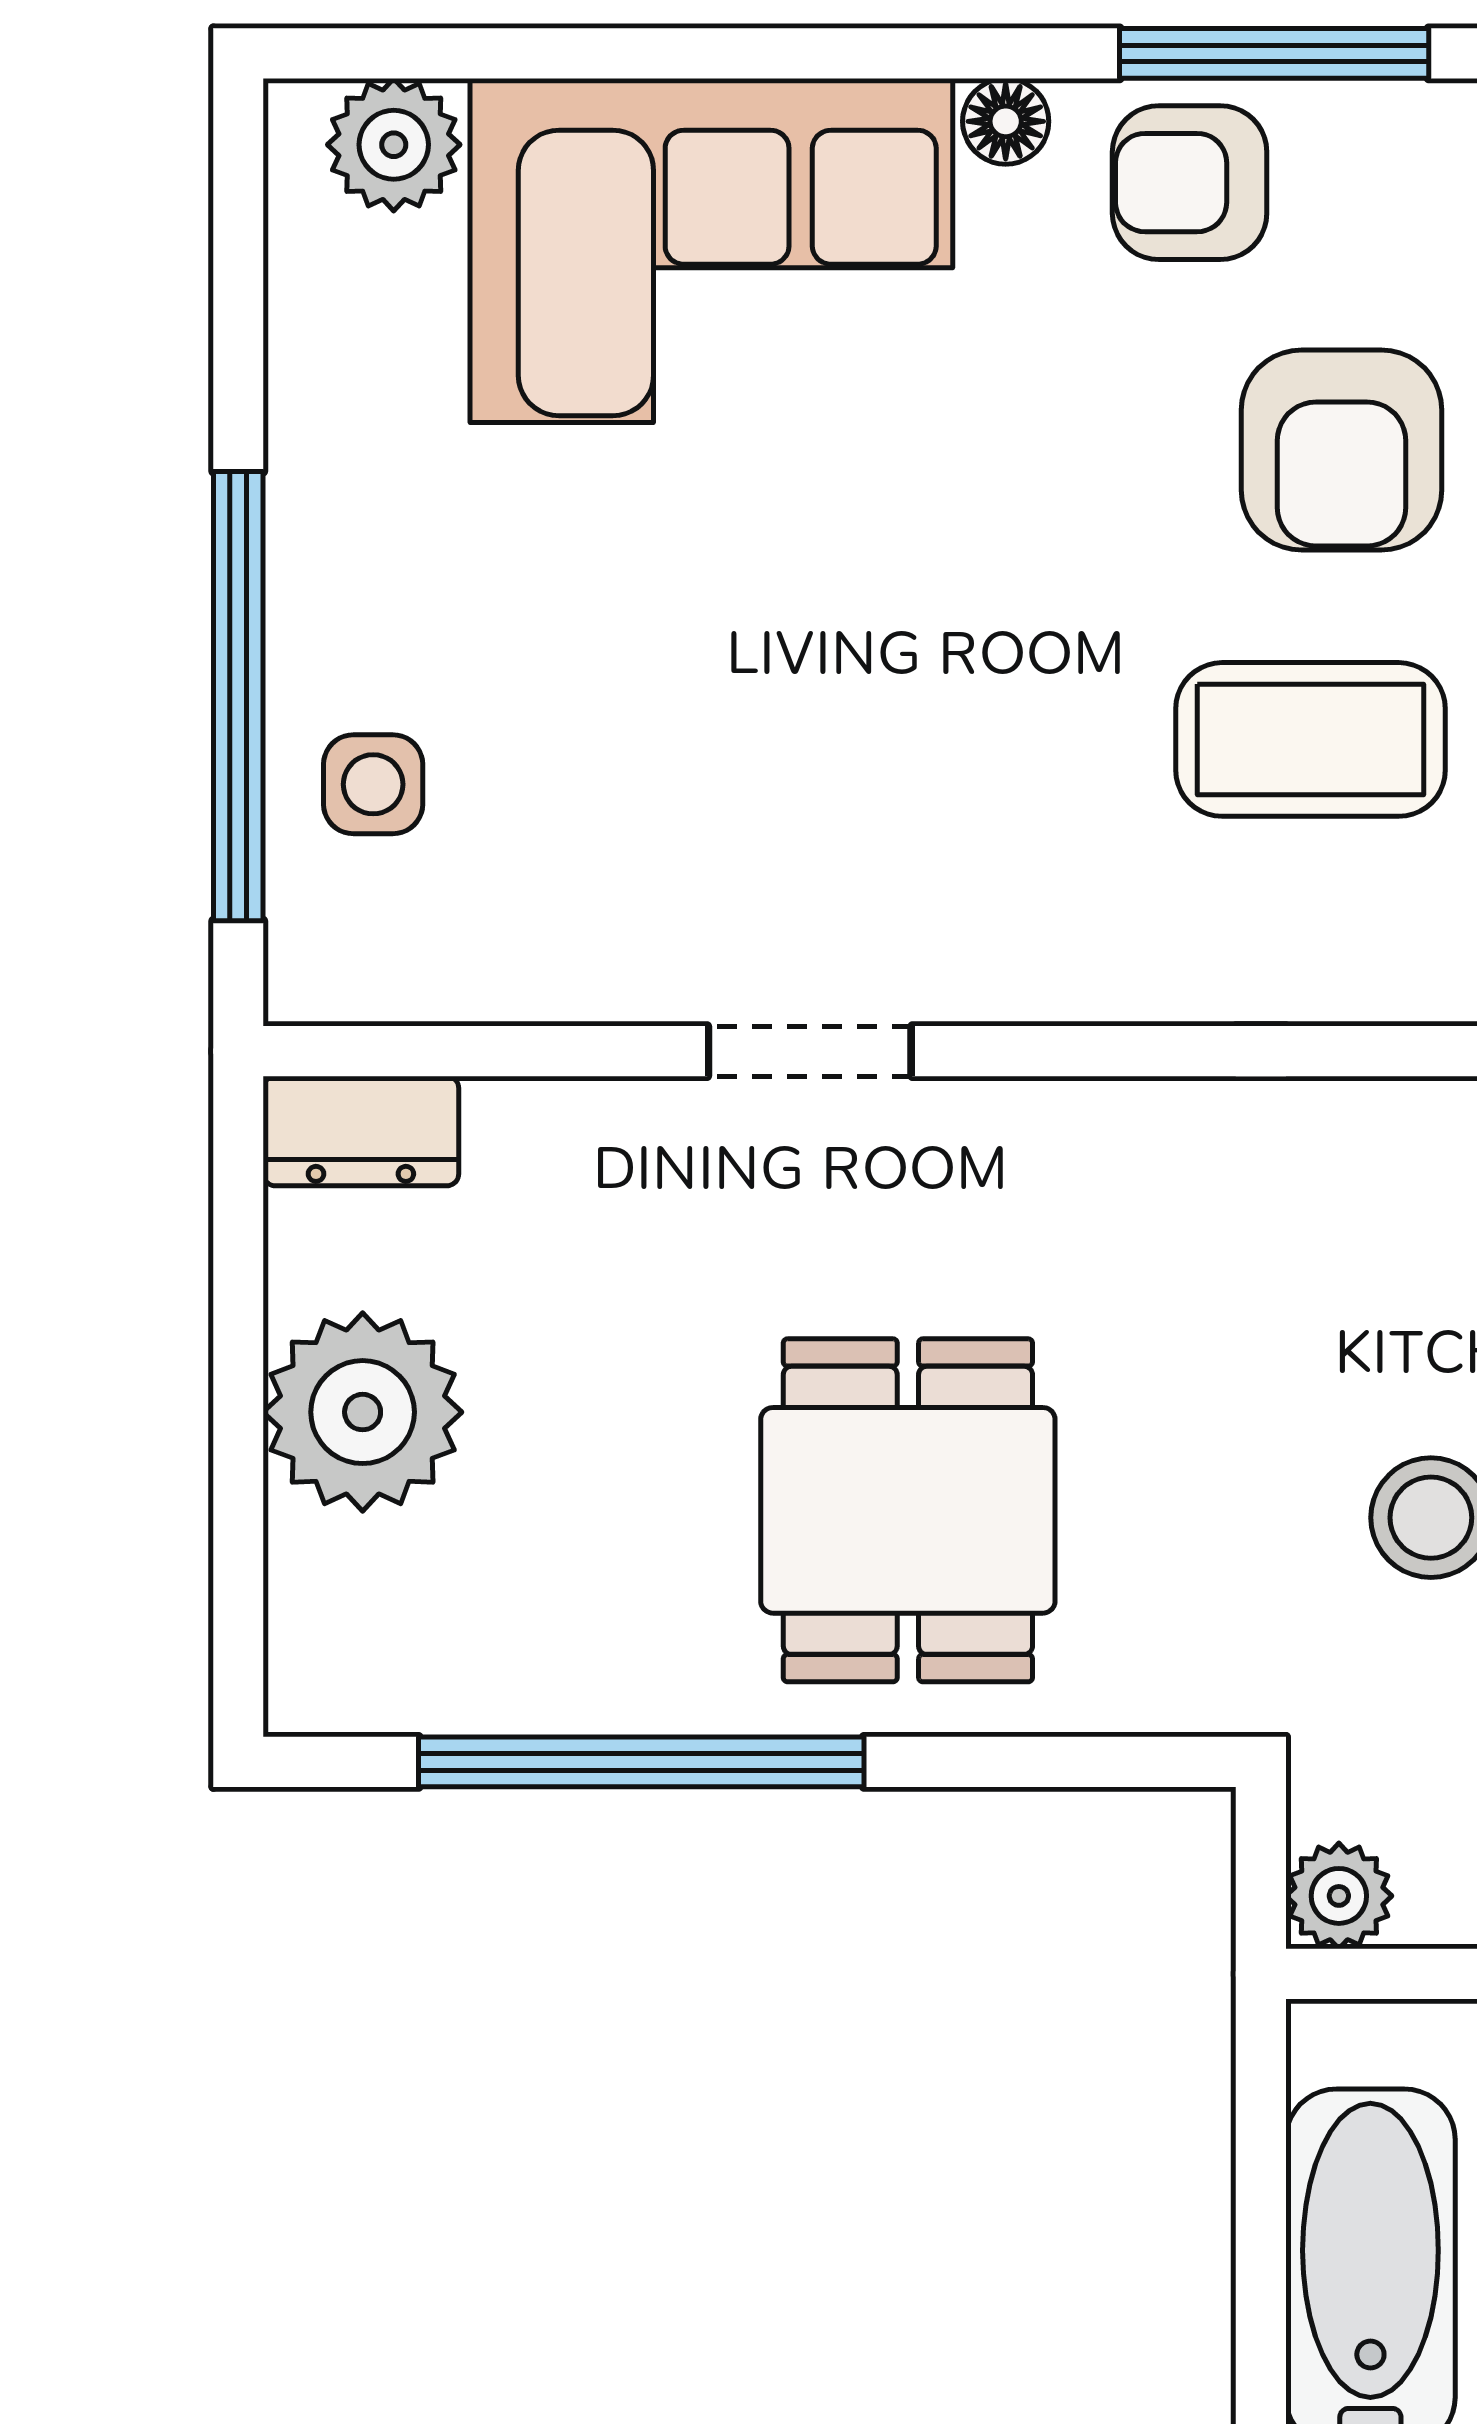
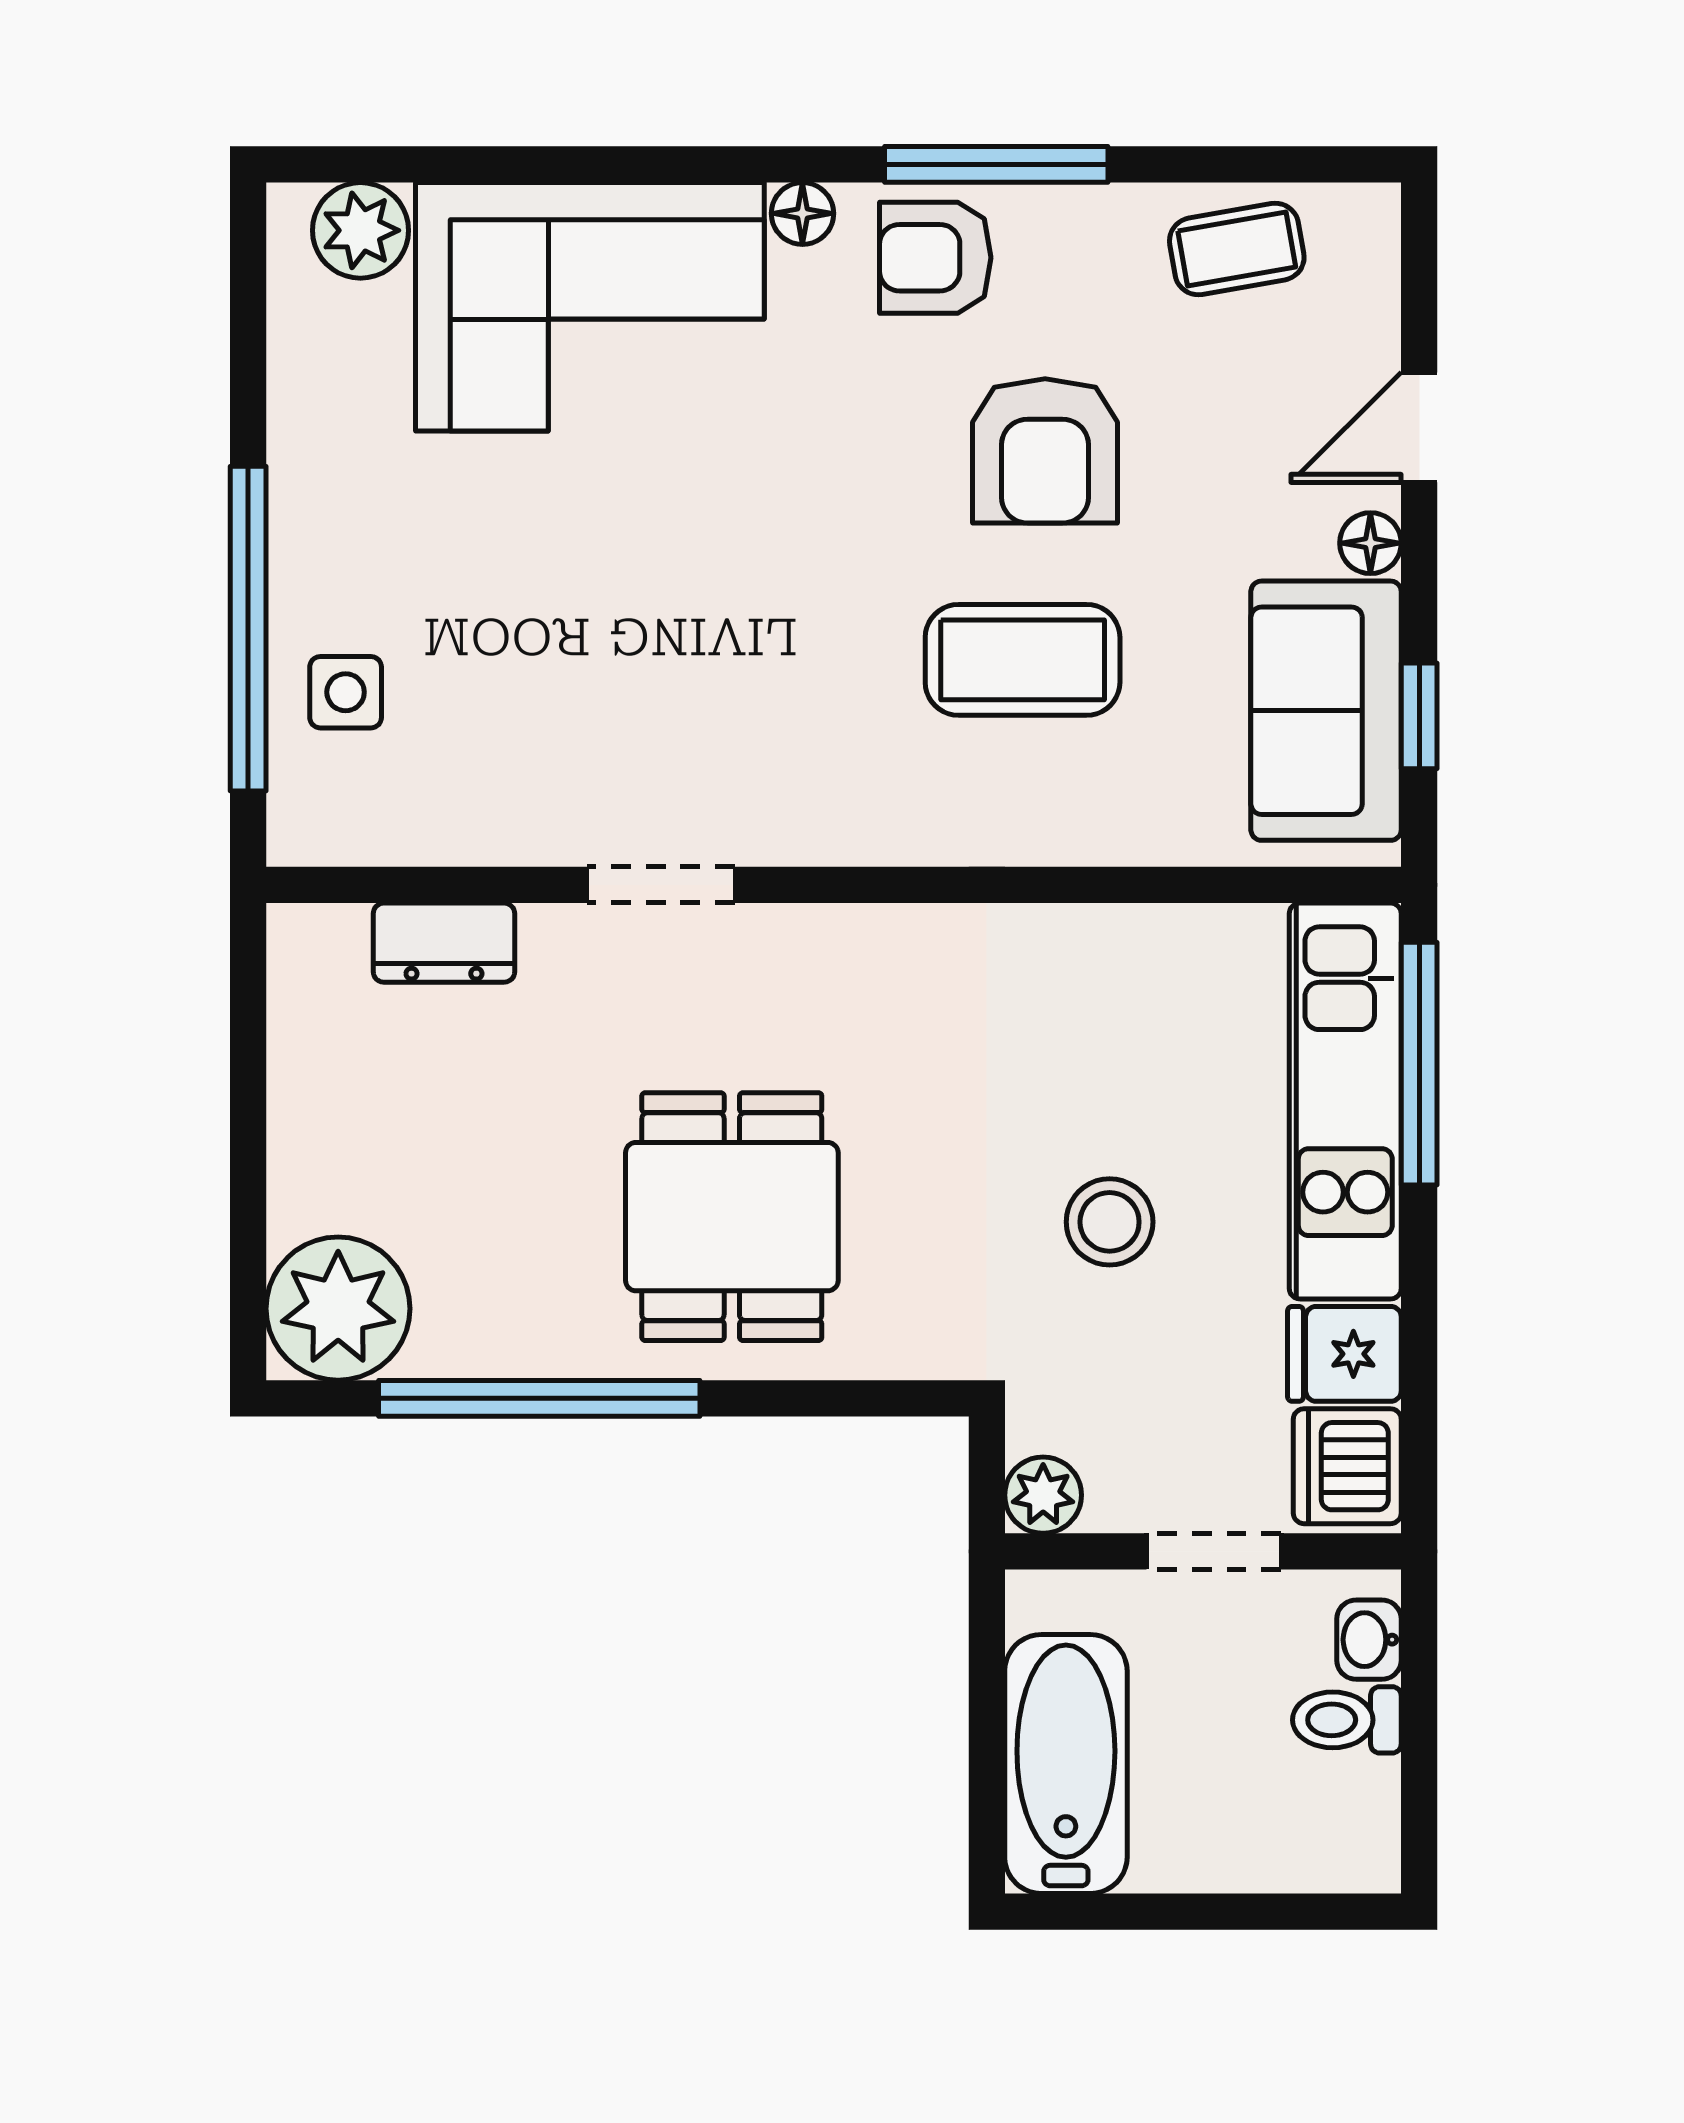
dresser: (361, 1131) -> (444, 943), moved
plant: (363, 1412) -> (338, 1309), moved

